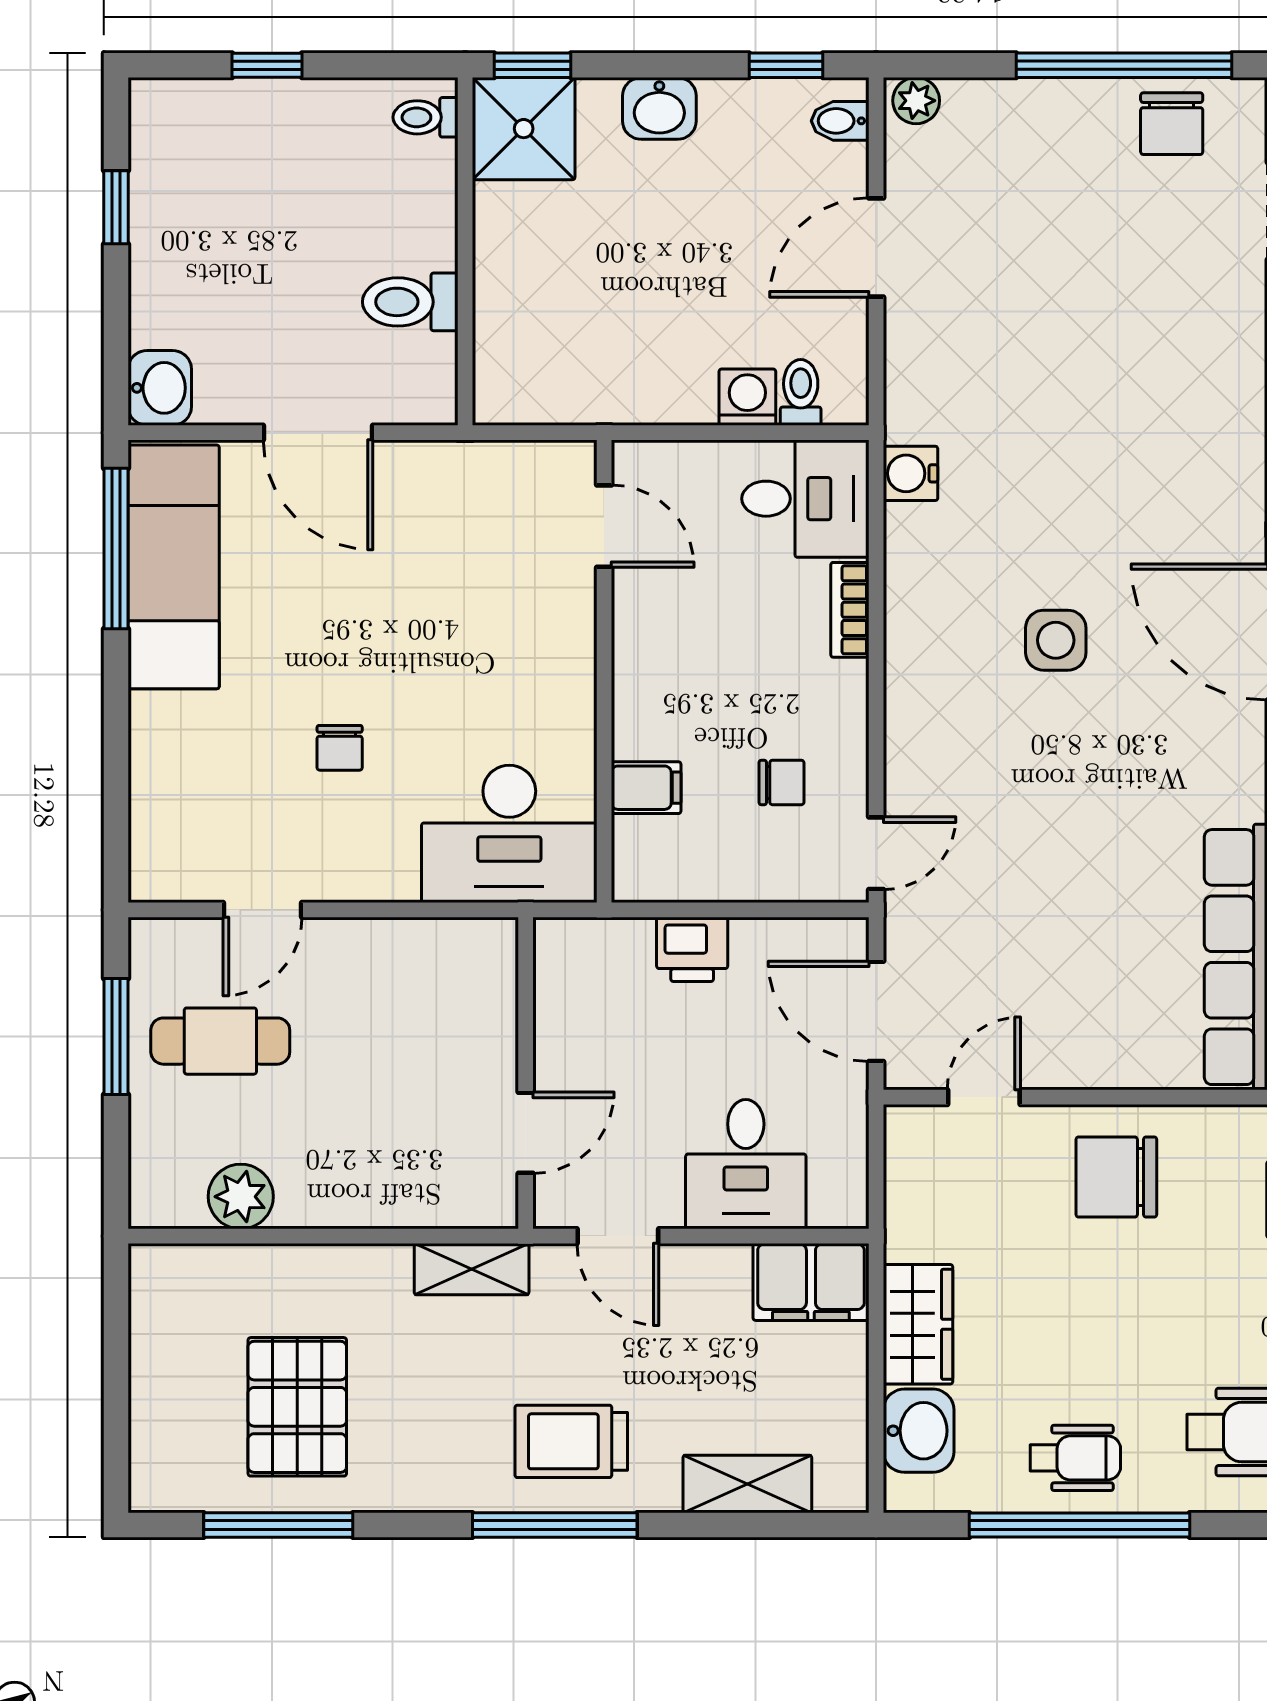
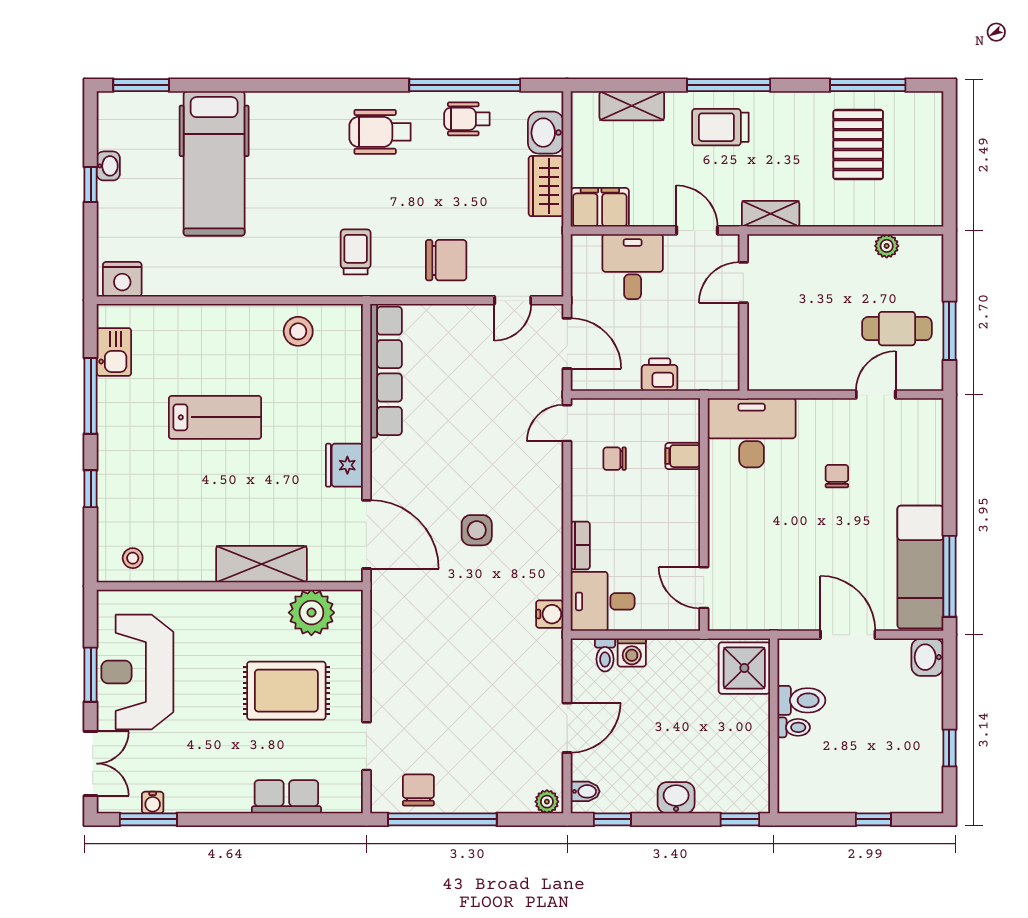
toilet: (426, 117) -> (794, 727), moved
shower: (524, 129) -> (744, 668), moved
plant: (241, 1197) -> (887, 246), width x0.73, depth x0.73
trolley: (571, 1441) -> (720, 127), turned 180

